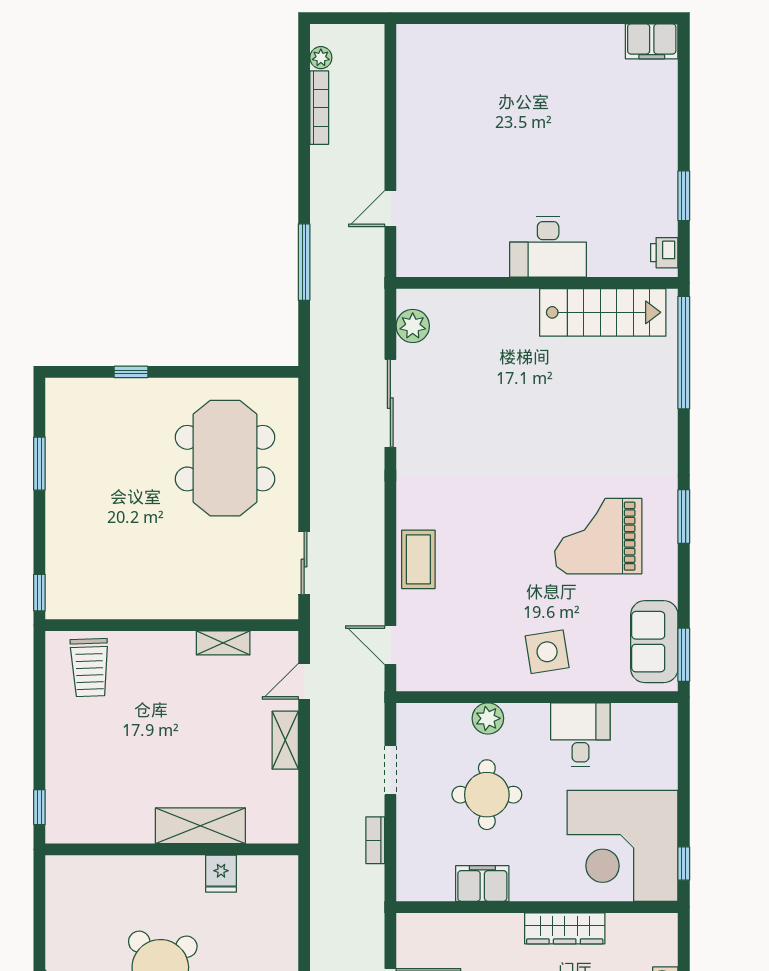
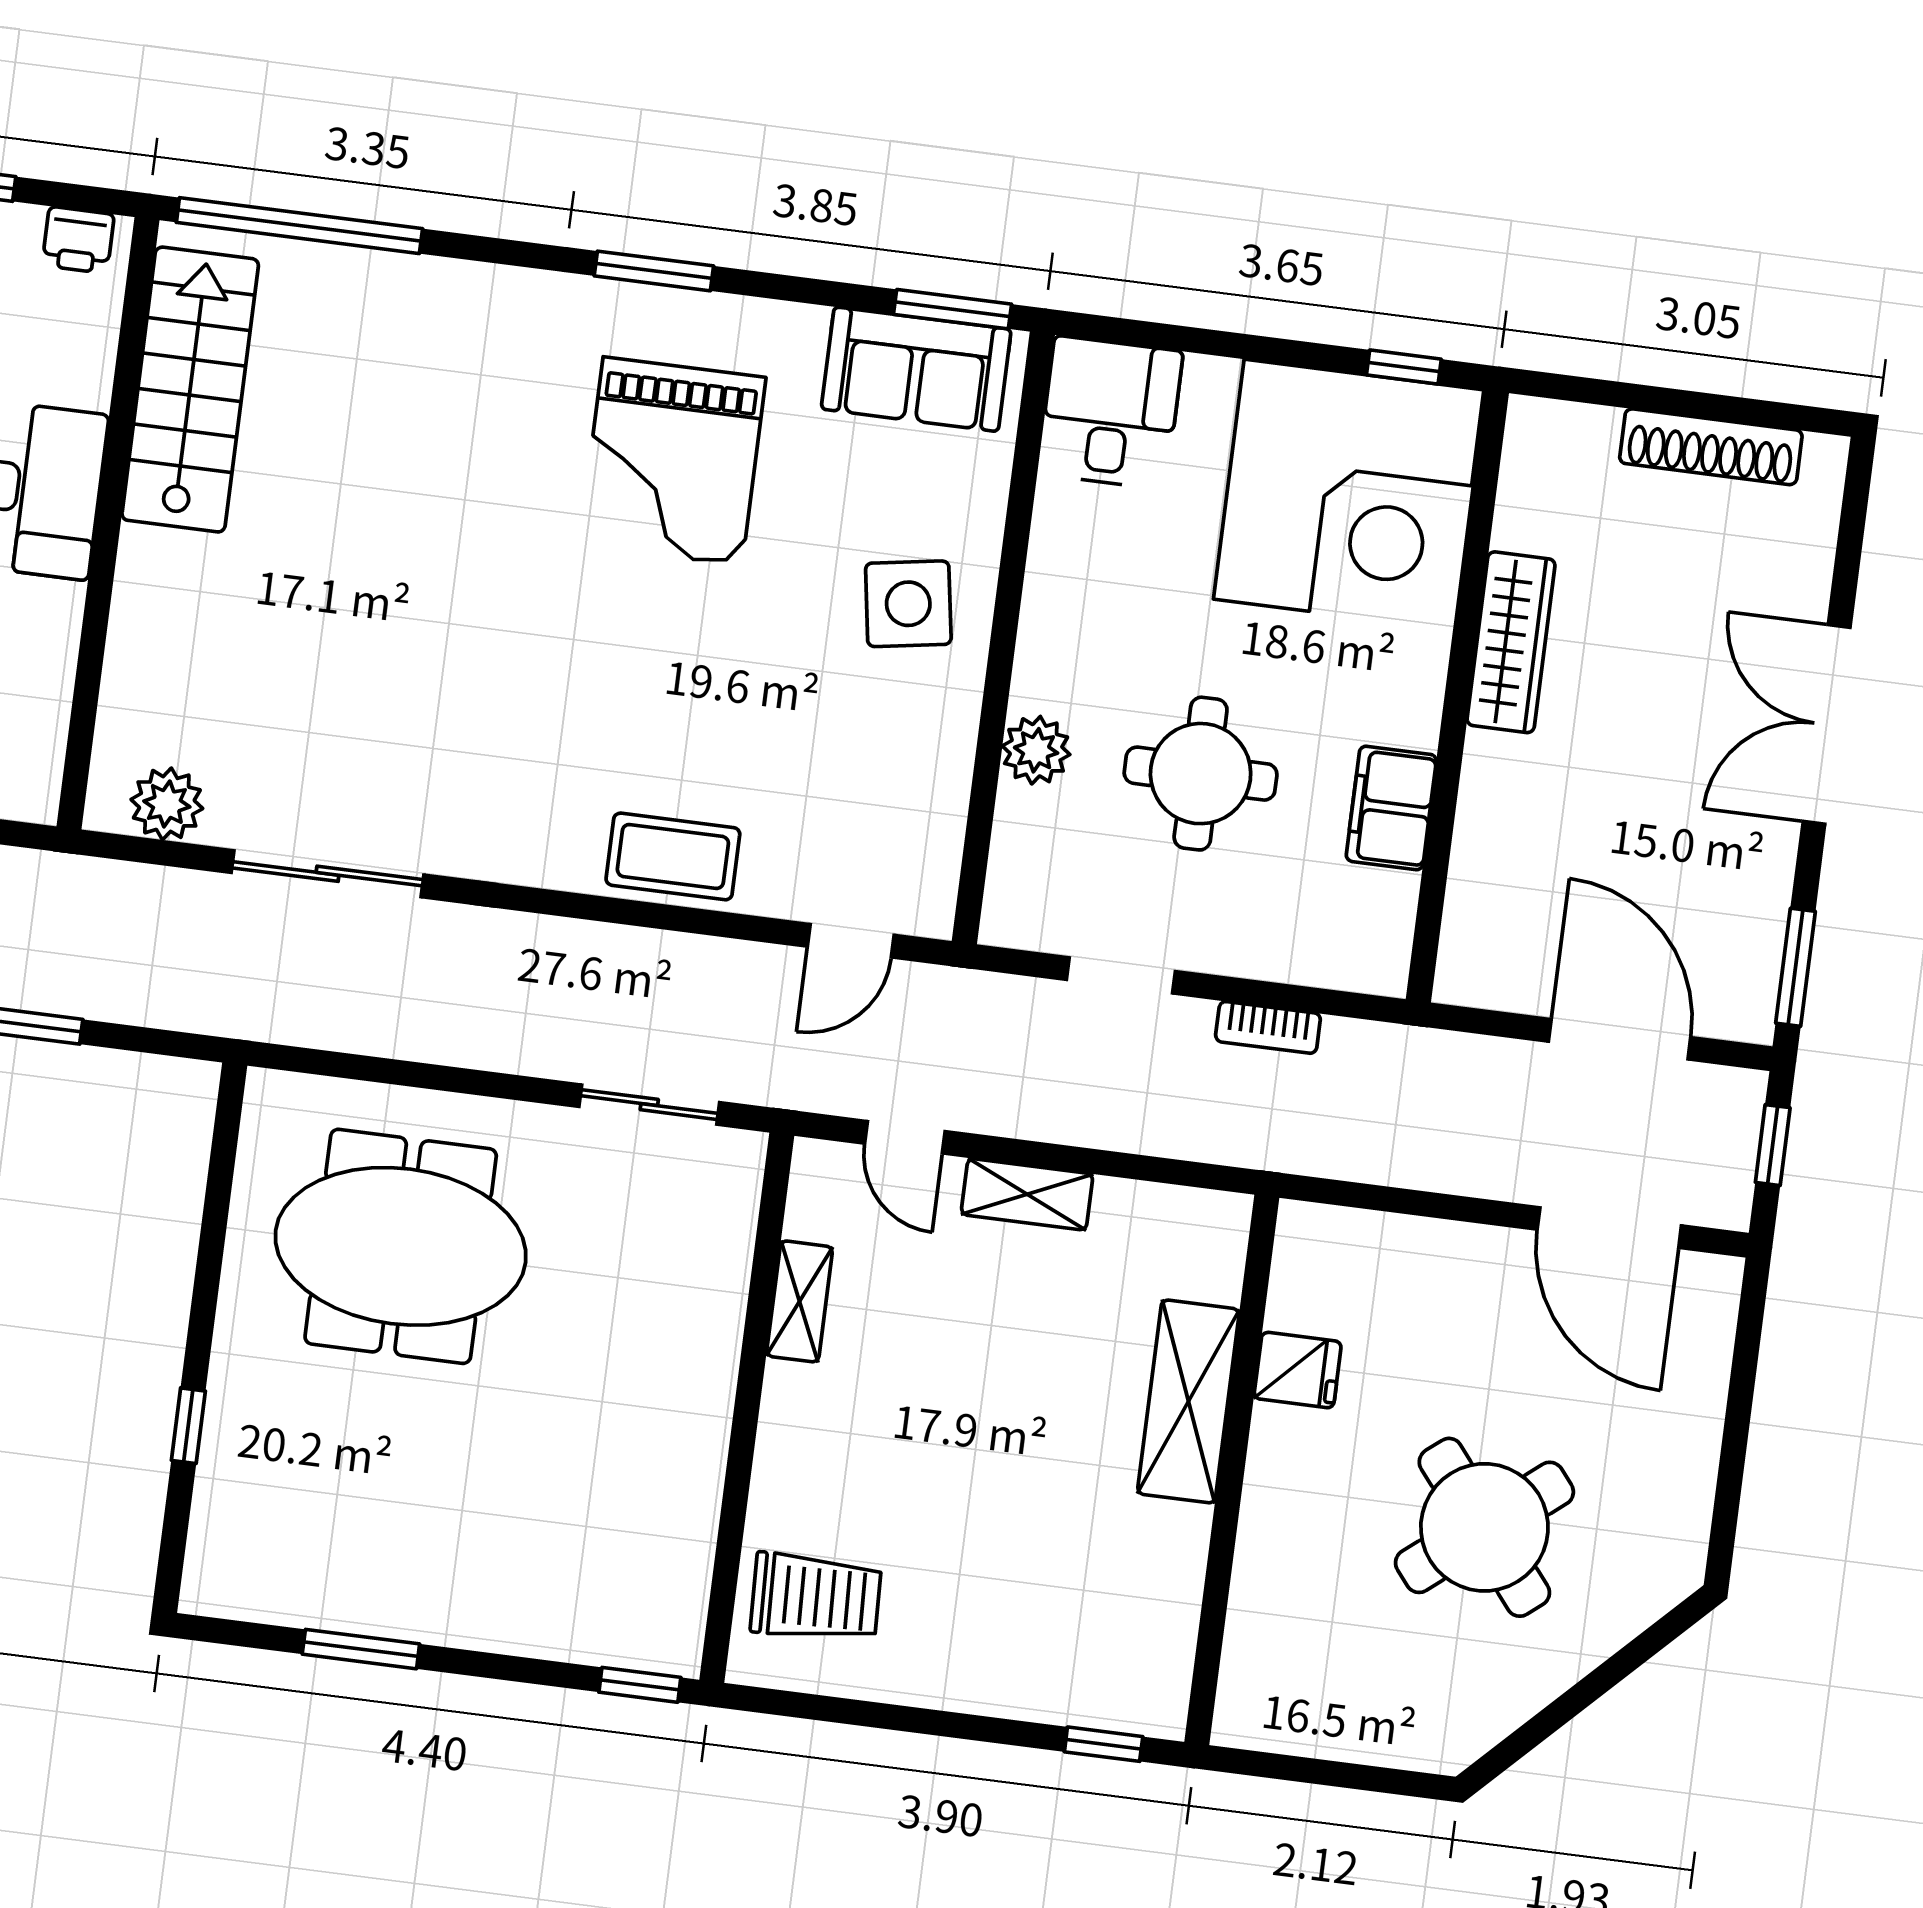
desk: (580, 735) -> (1110, 413), moved, turned 90

